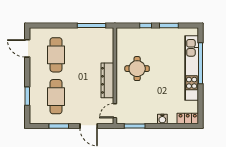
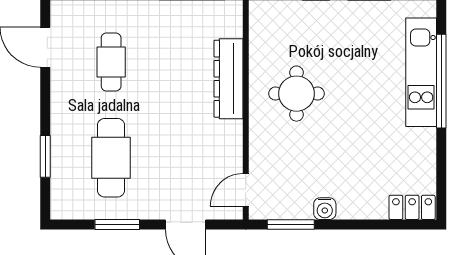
cafe table: (56, 55) -> (111, 62), width x0.73, depth x0.74
kitchen unit: (192, 68) -> (421, 72), width x0.73
dresser: (107, 80) -> (228, 79), moved
water cooler: (162, 119) -> (325, 209), moved

